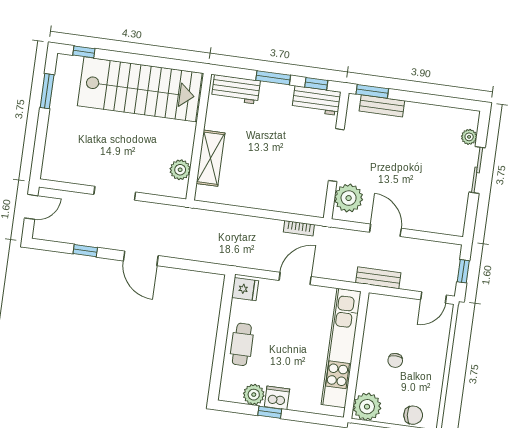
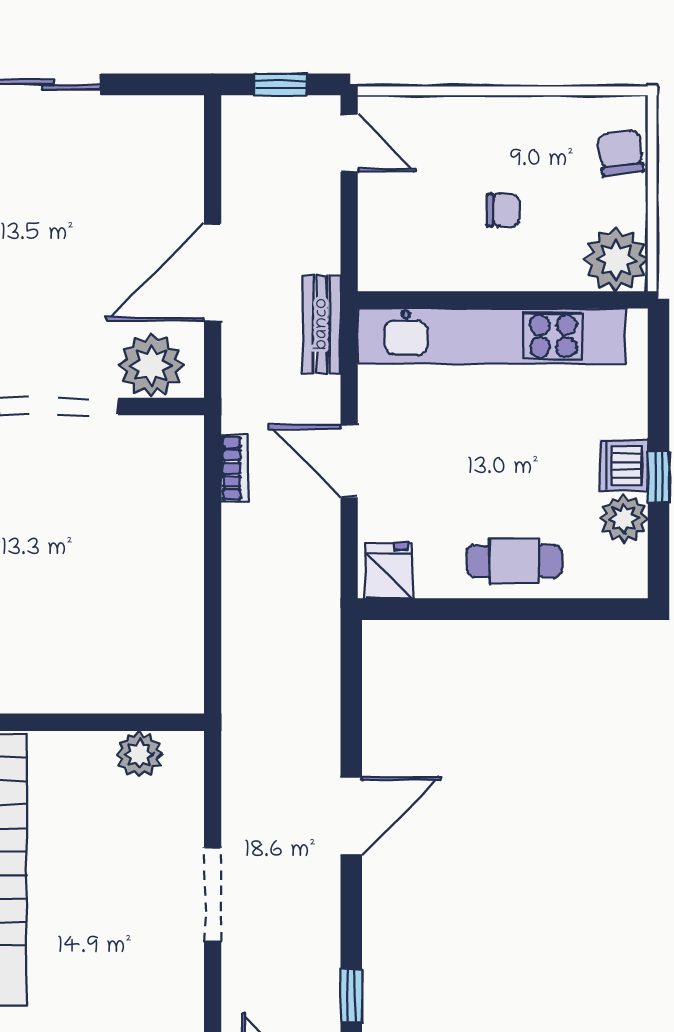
shelving: (211, 158) -> (104, 689), removed
door: (385, 230) -> (213, 272), width x1.36
window: (85, 251) -> (351, 996), moved
bench: (378, 278) -> (322, 324), moved

